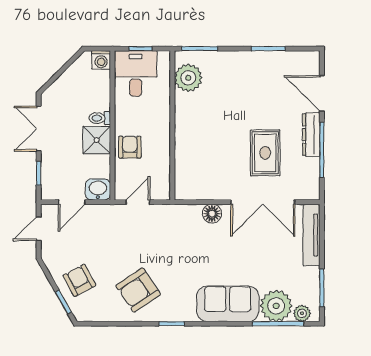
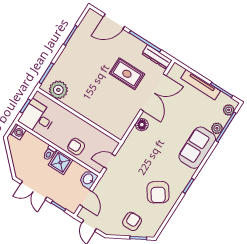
dresser: (311, 135) -> (157, 57), moved
door: (138, 202) -> (109, 161), hinge flipped
tv unit: (311, 235) -> (201, 85), moved
armchair: (79, 280) -> (132, 221), turned 118
plant: (276, 306) -> (217, 128), width x0.53, depth x0.53

